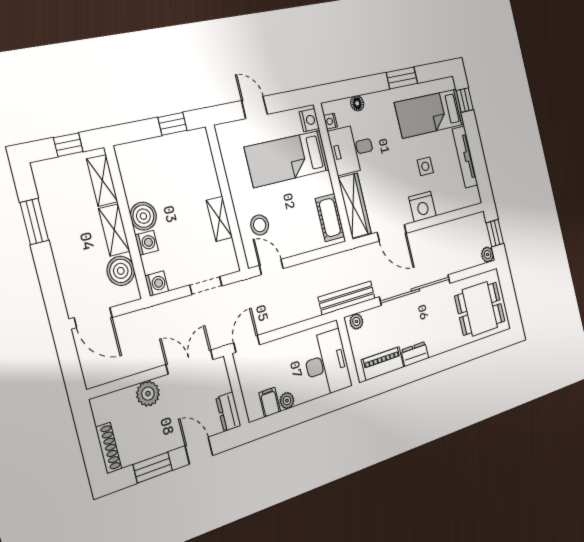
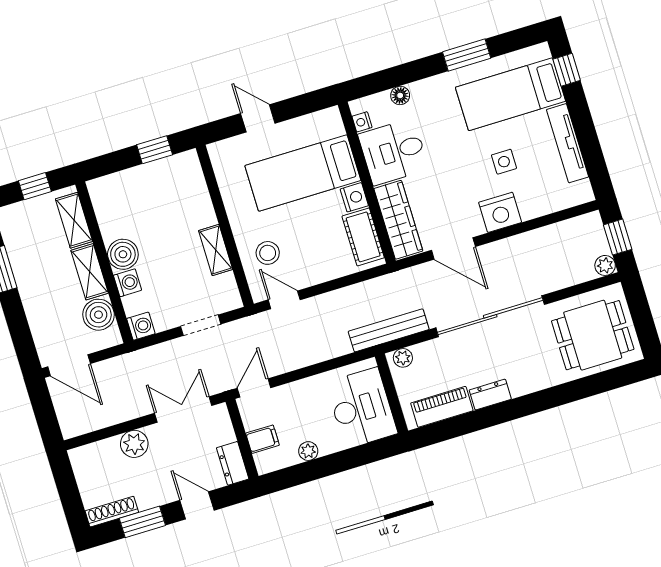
nightstand: (309, 120) -> (354, 197), moved
filing cabinet: (270, 402) -> (263, 439), moved, turned 90
shoe rack: (109, 448) -> (112, 512), moved, turned -90

